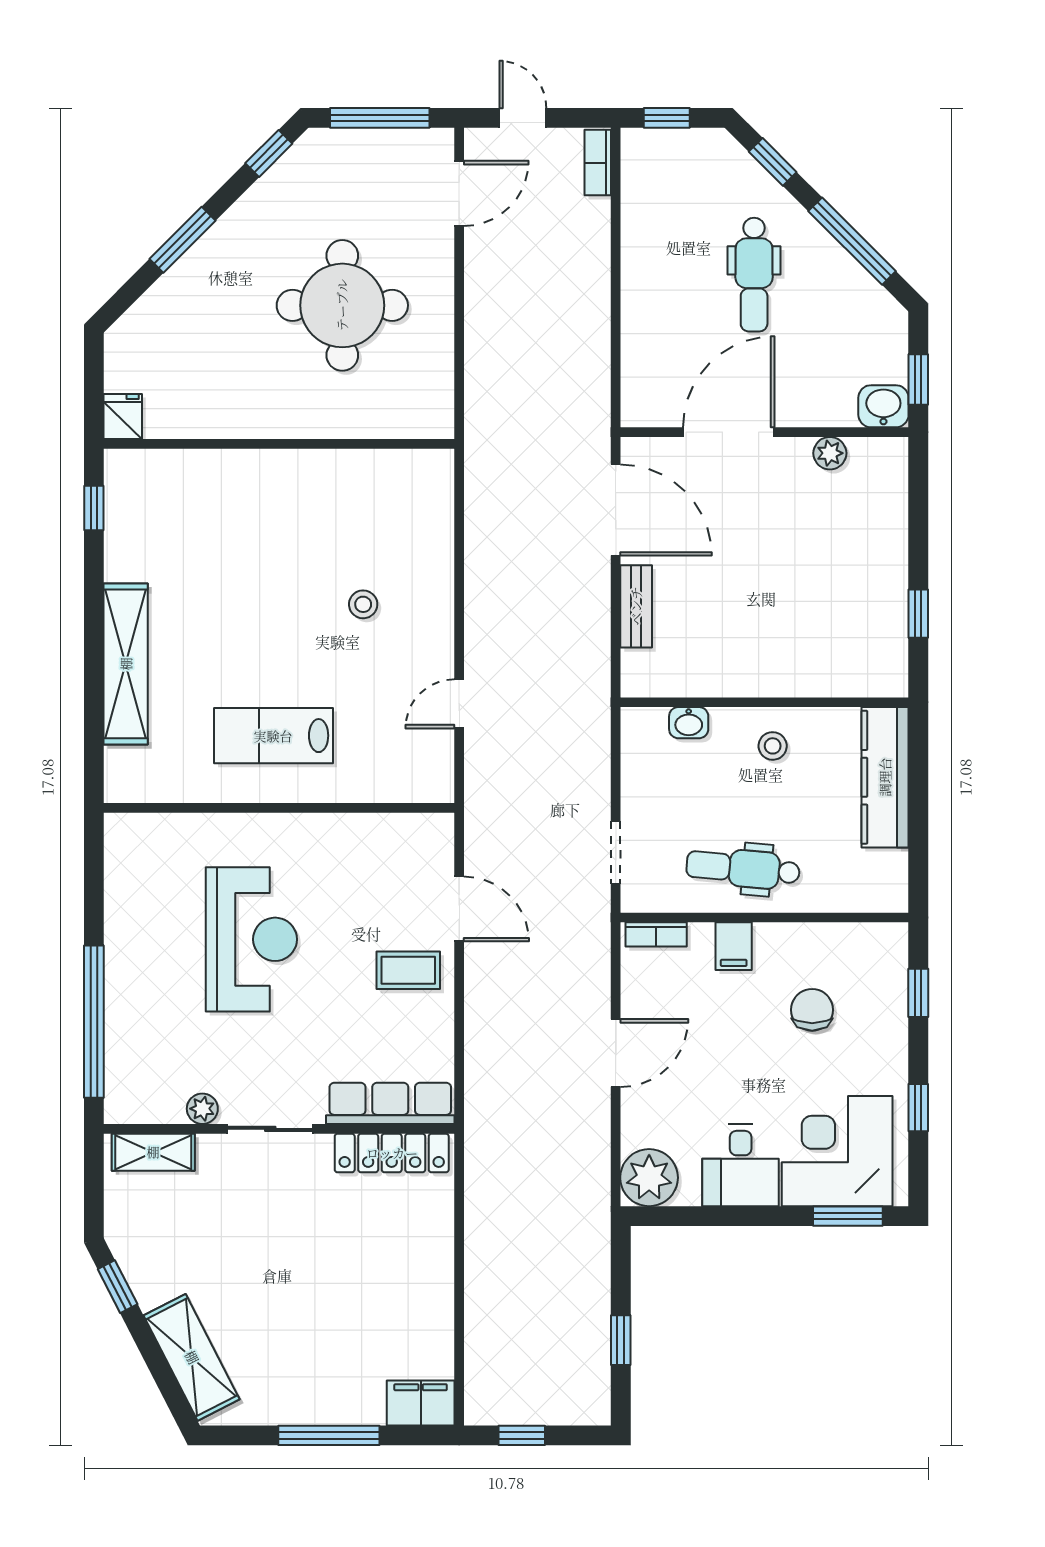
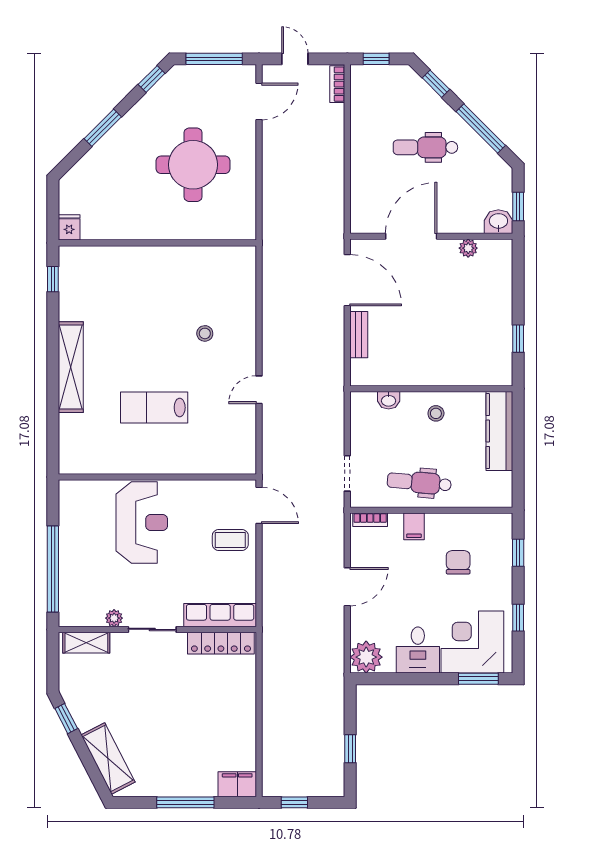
dental chair: (754, 275) -> (425, 147), turned 90
wall: (279, 808) -> (157, 477), moved

